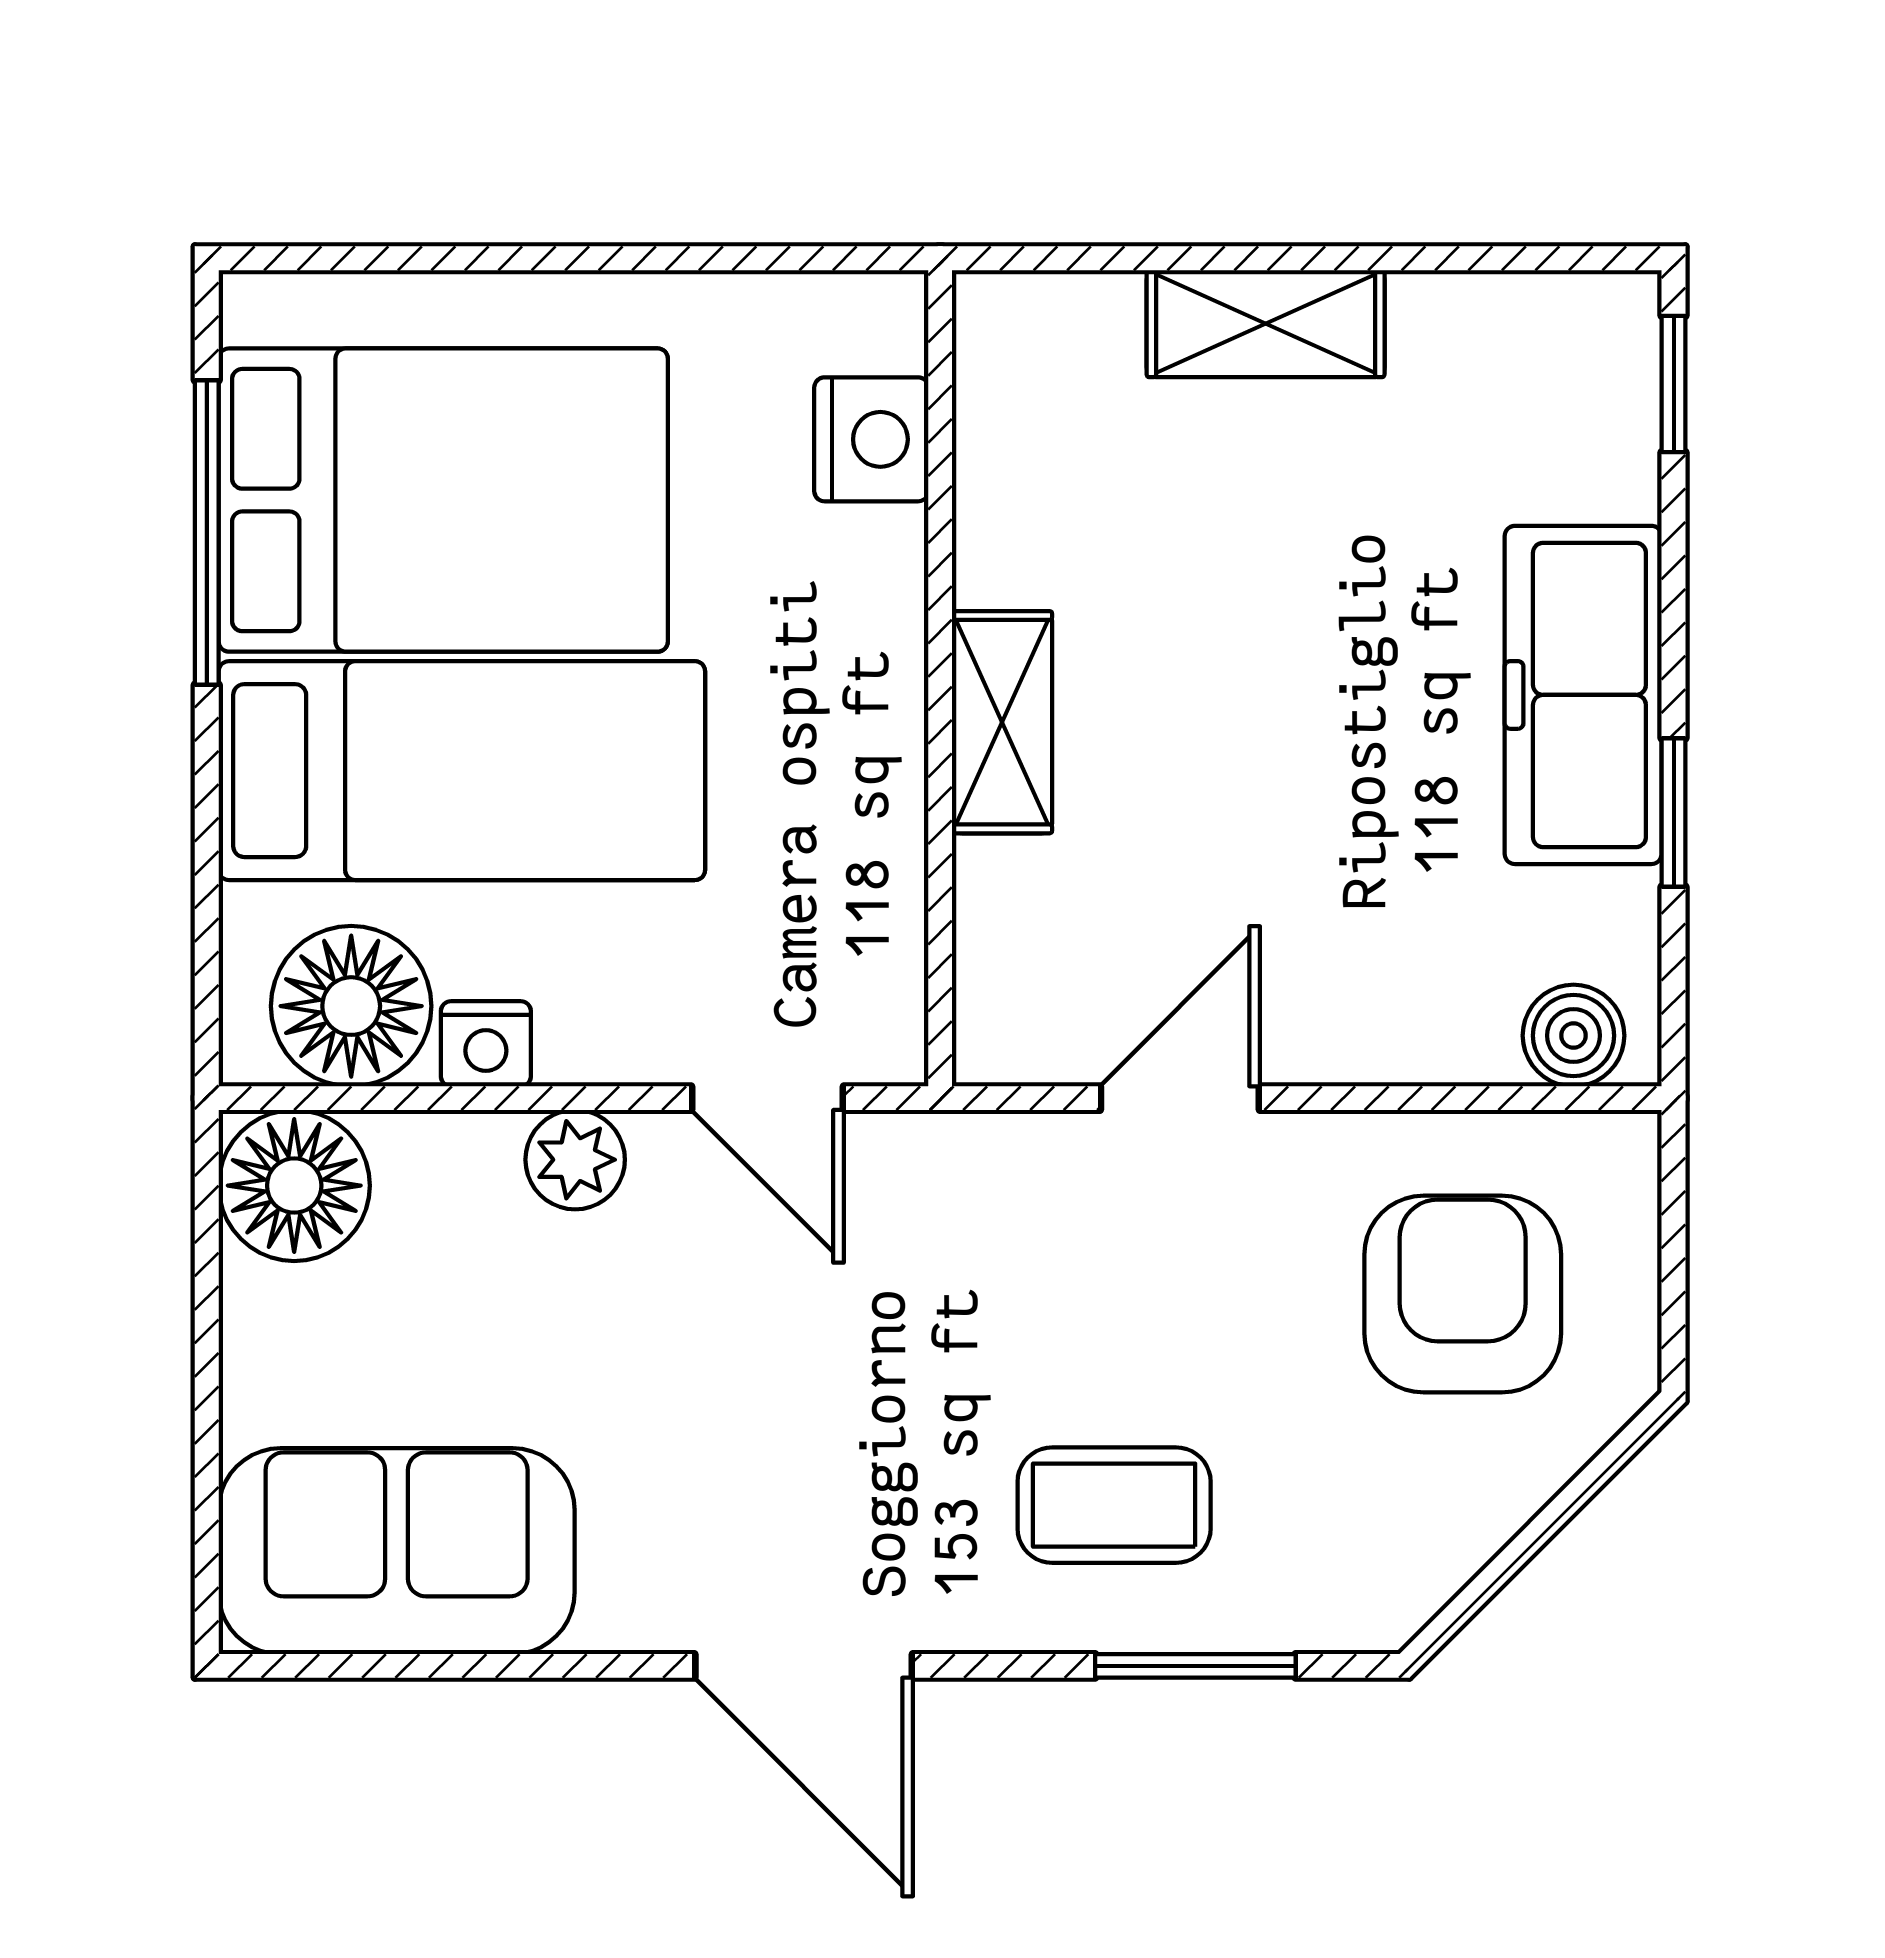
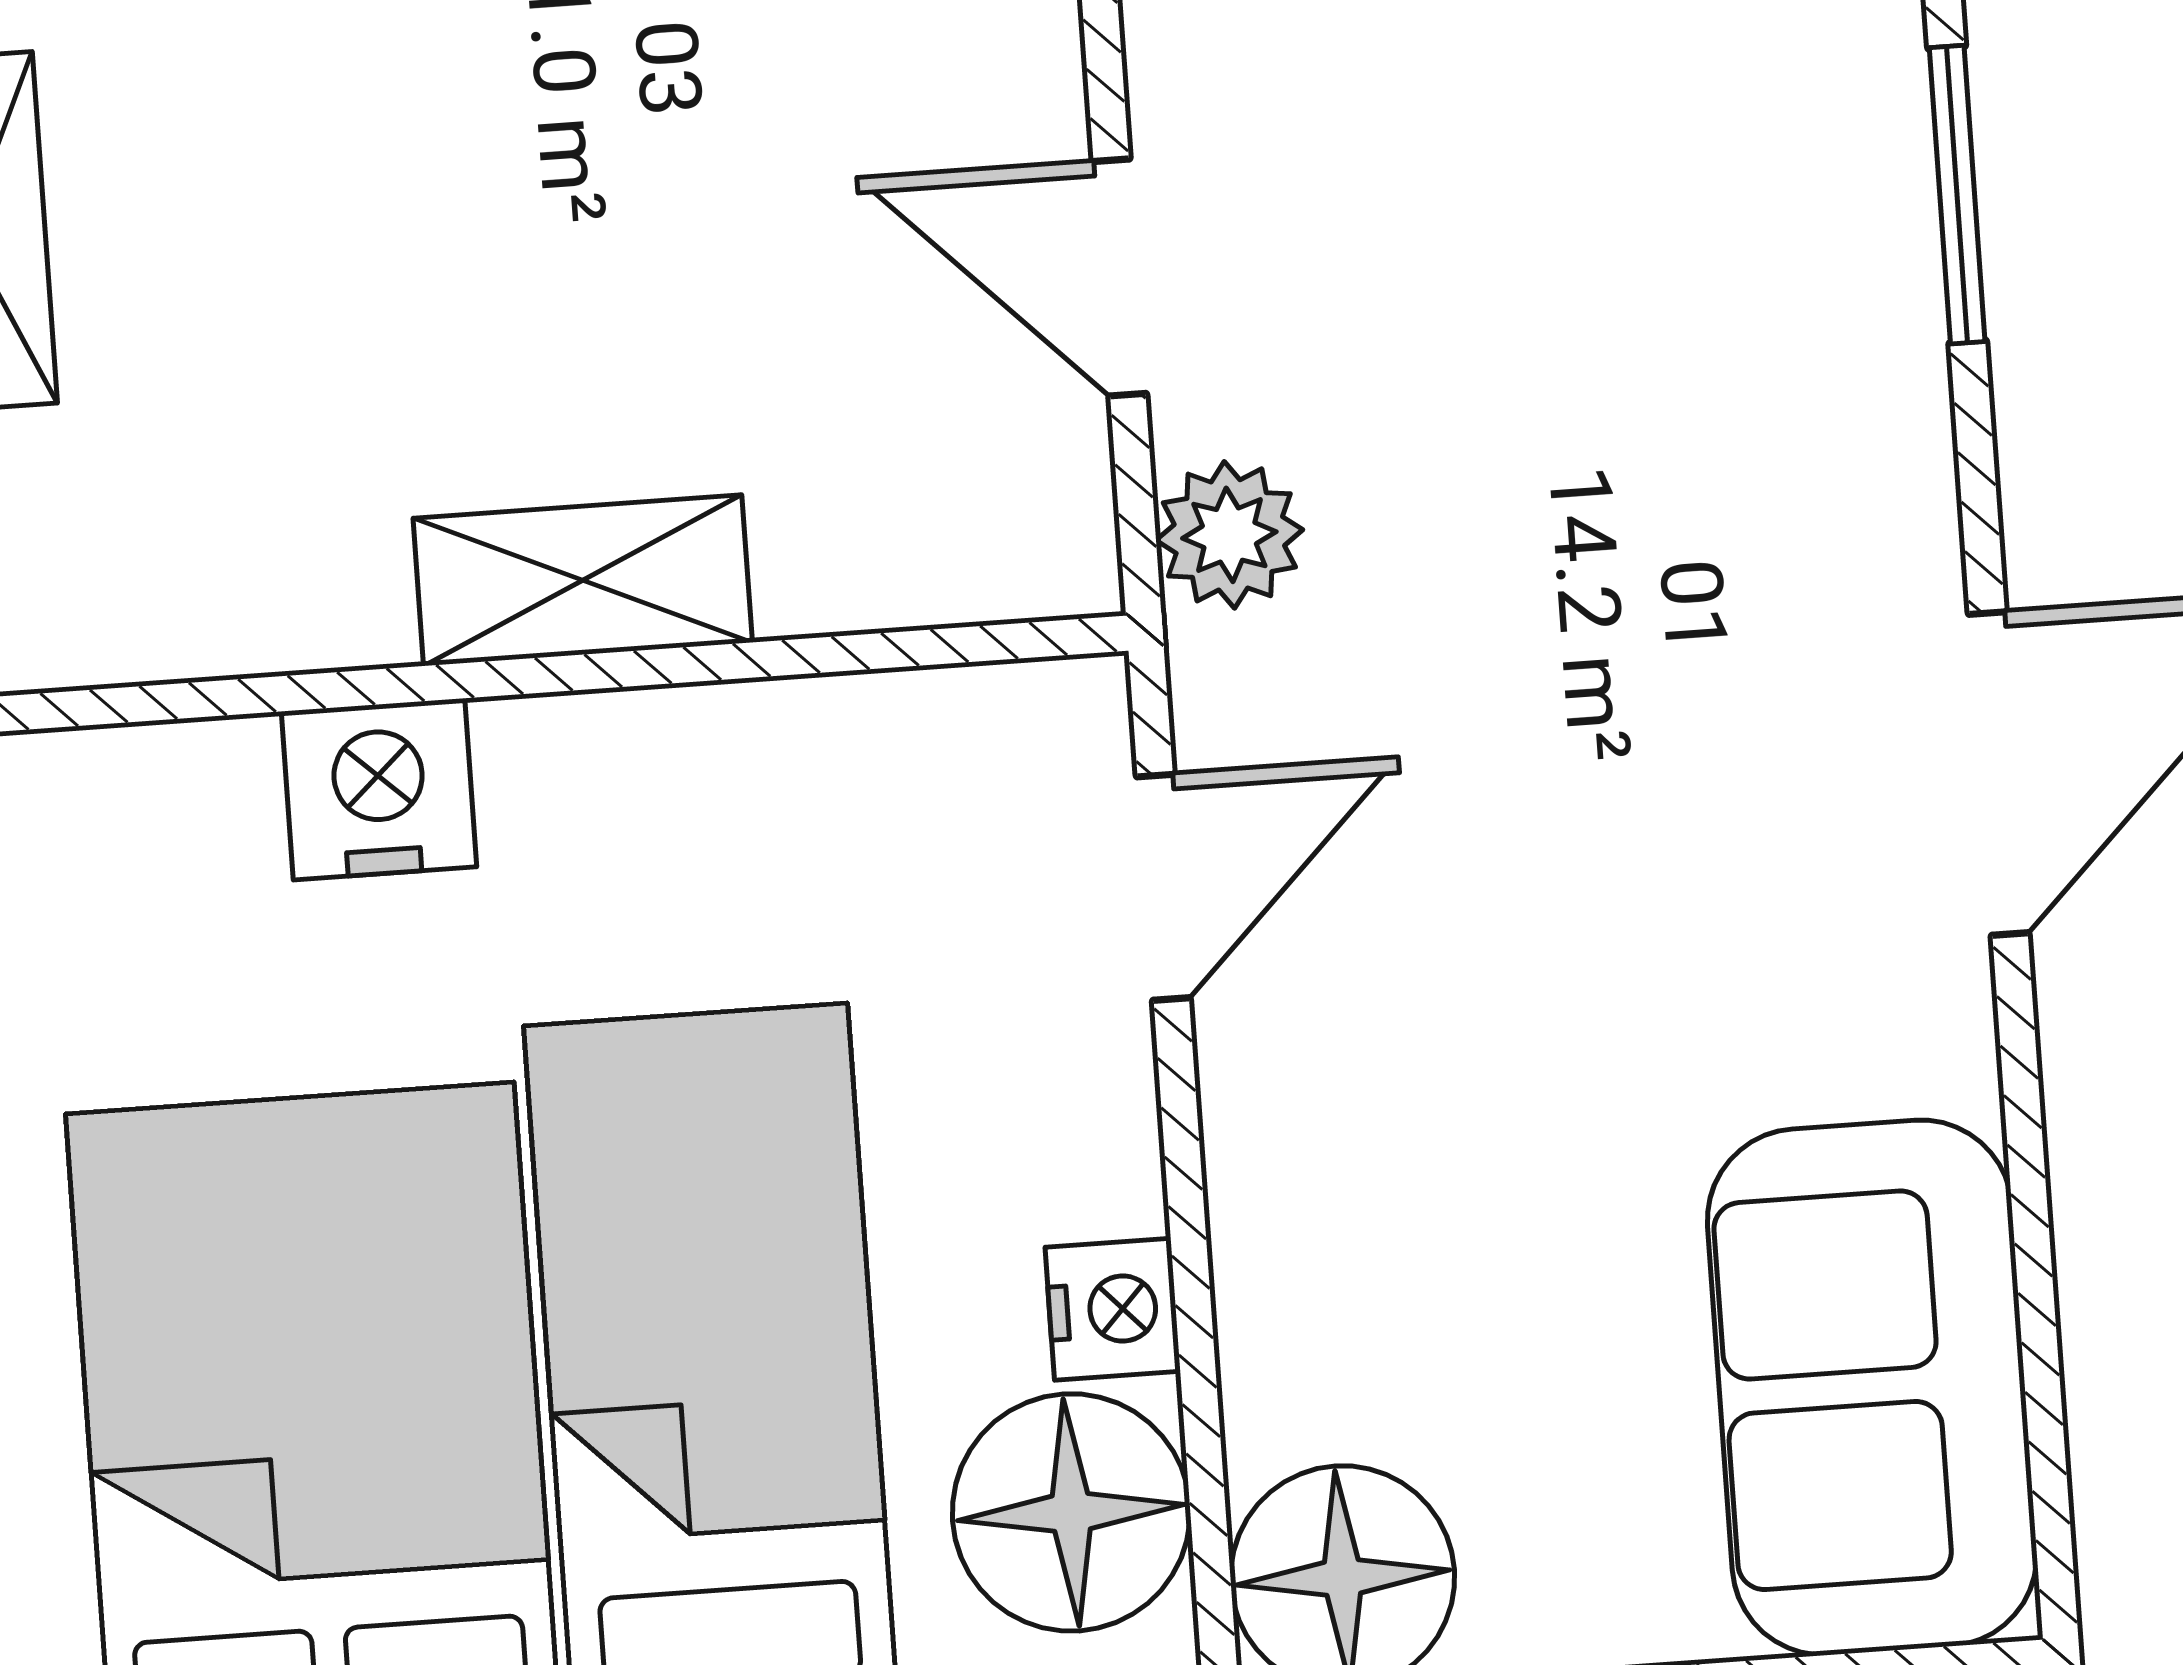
nightstand: (871, 439) -> (379, 789), moved
plant: (575, 1160) -> (1229, 535), moved
coffee table: (1114, 1505) -> (1728, 332), removed

